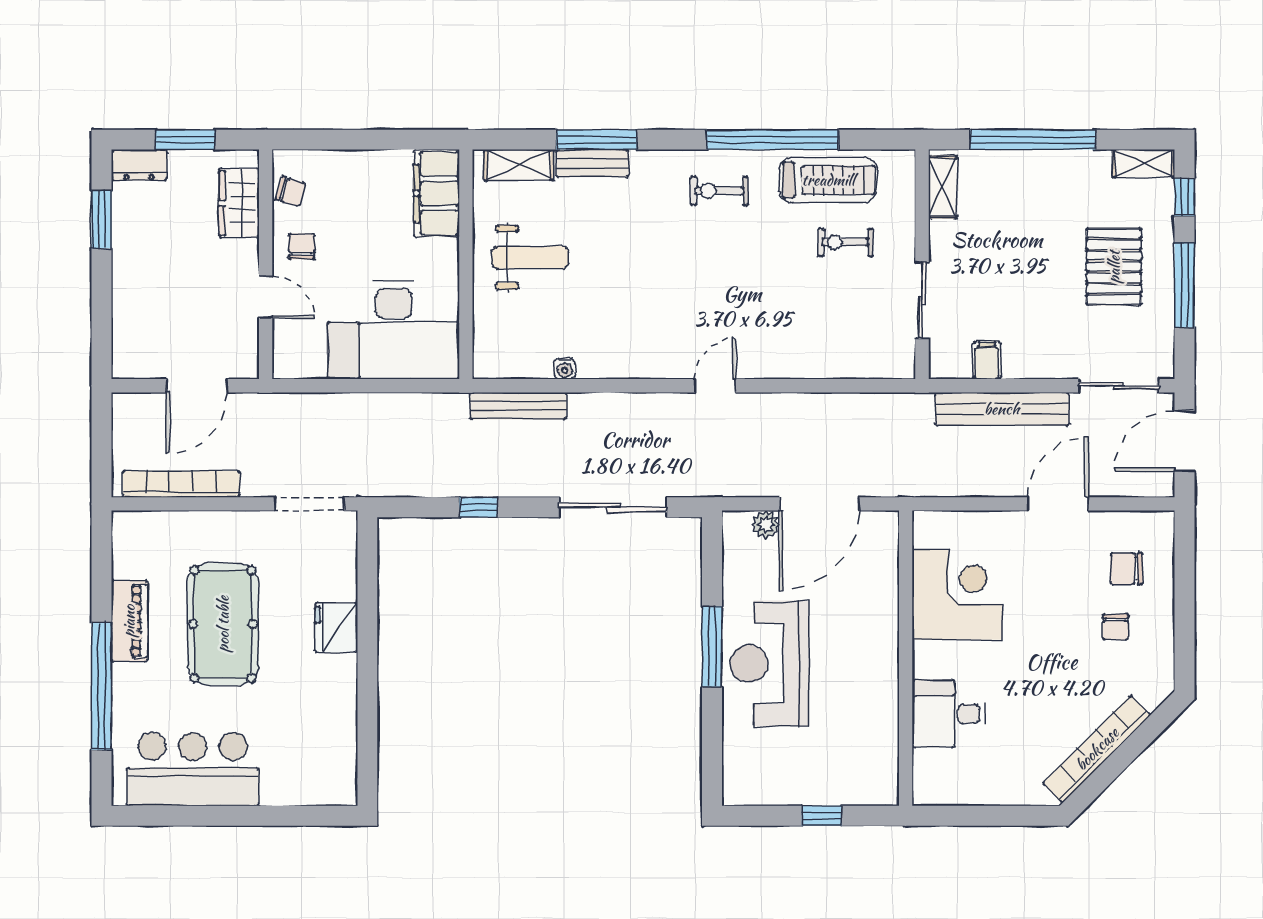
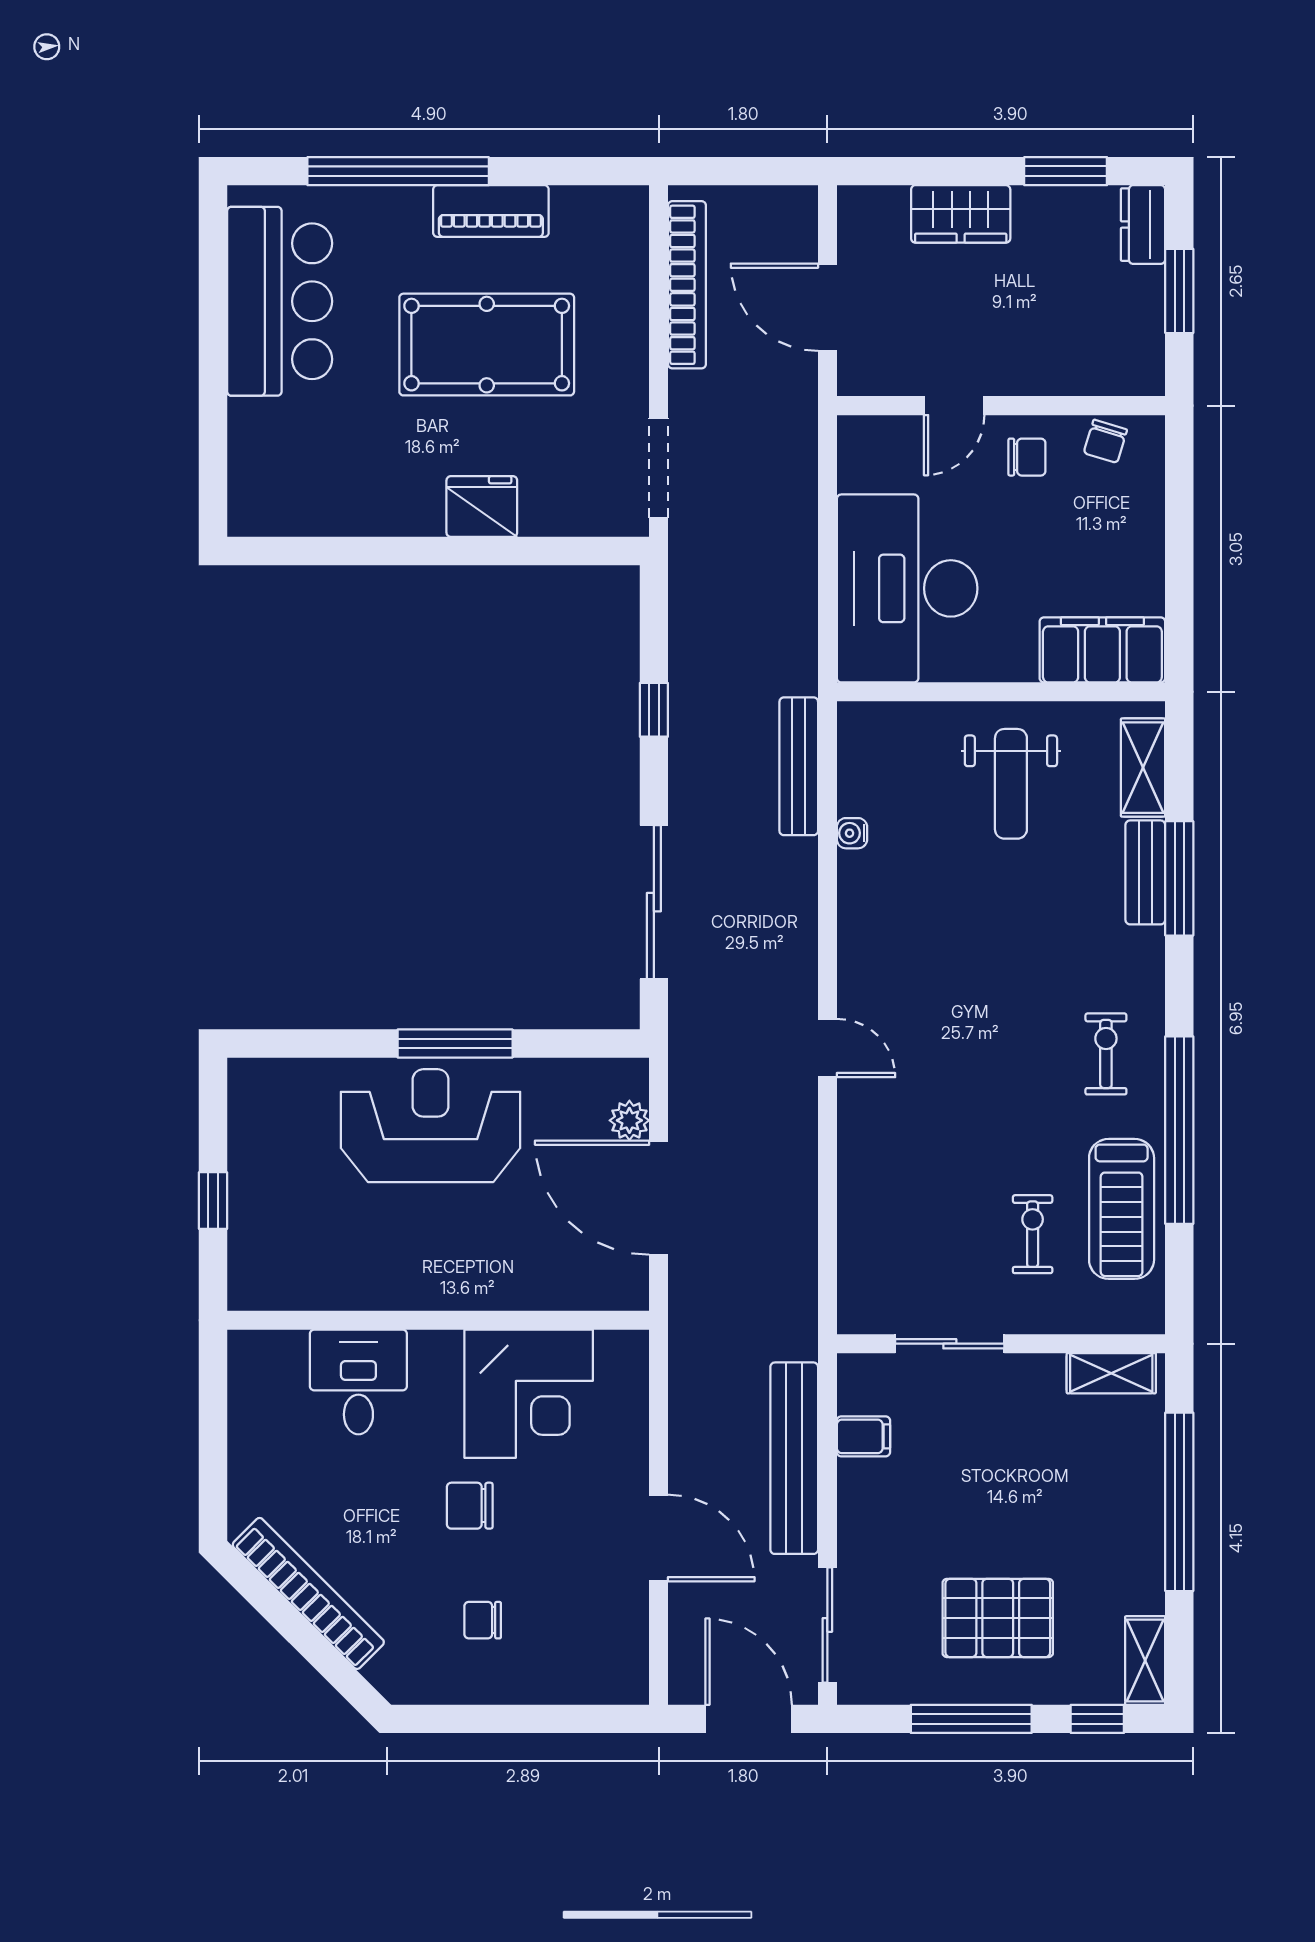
wardrobe: (239, 203) -> (961, 214), moved, turned 180
chair: (1126, 569) -> (470, 1506), moved, turned -90

